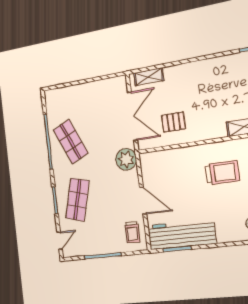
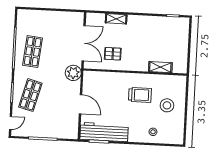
shelving: (149, 77) -> (116, 19), moved
shop shelf: (71, 142) -> (33, 52), turned 30
trolley: (132, 232) -> (68, 125), removed

